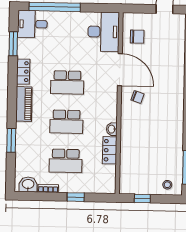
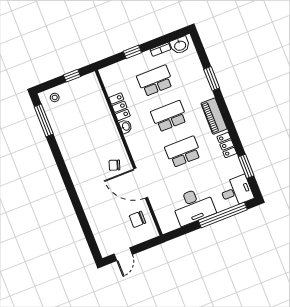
desk: (104, 32) -> (193, 206), moved, turned -90

